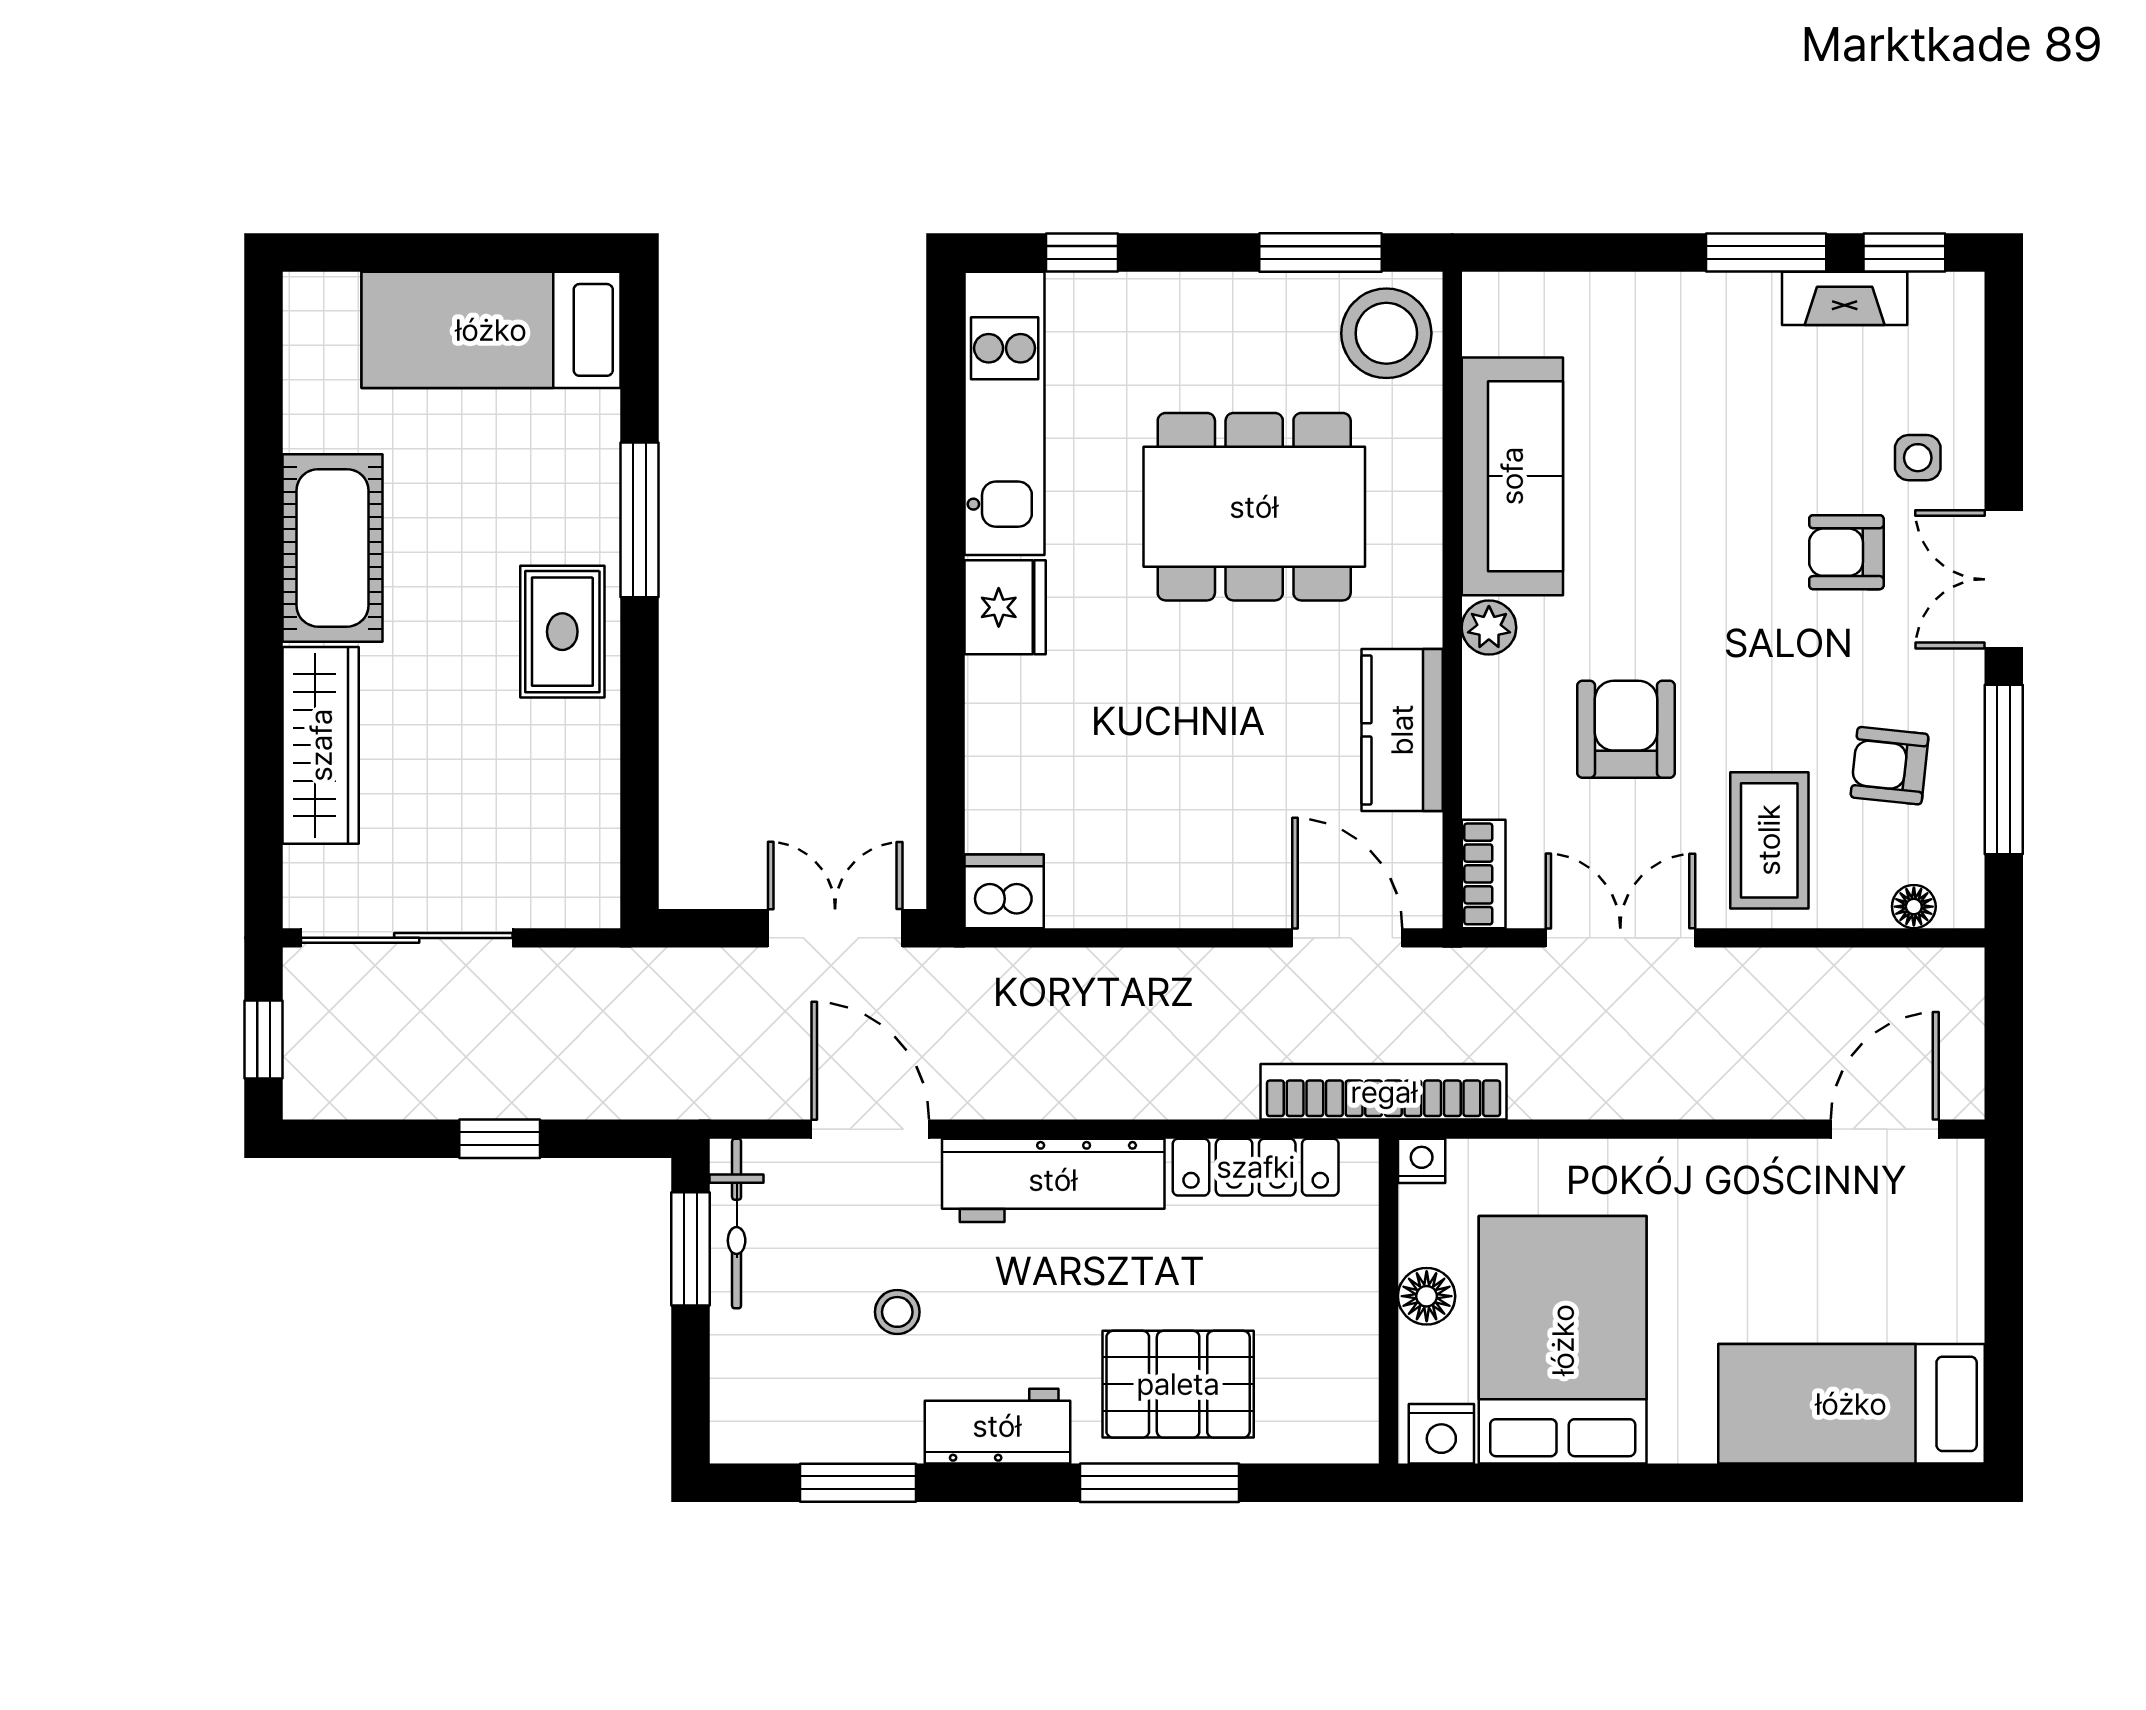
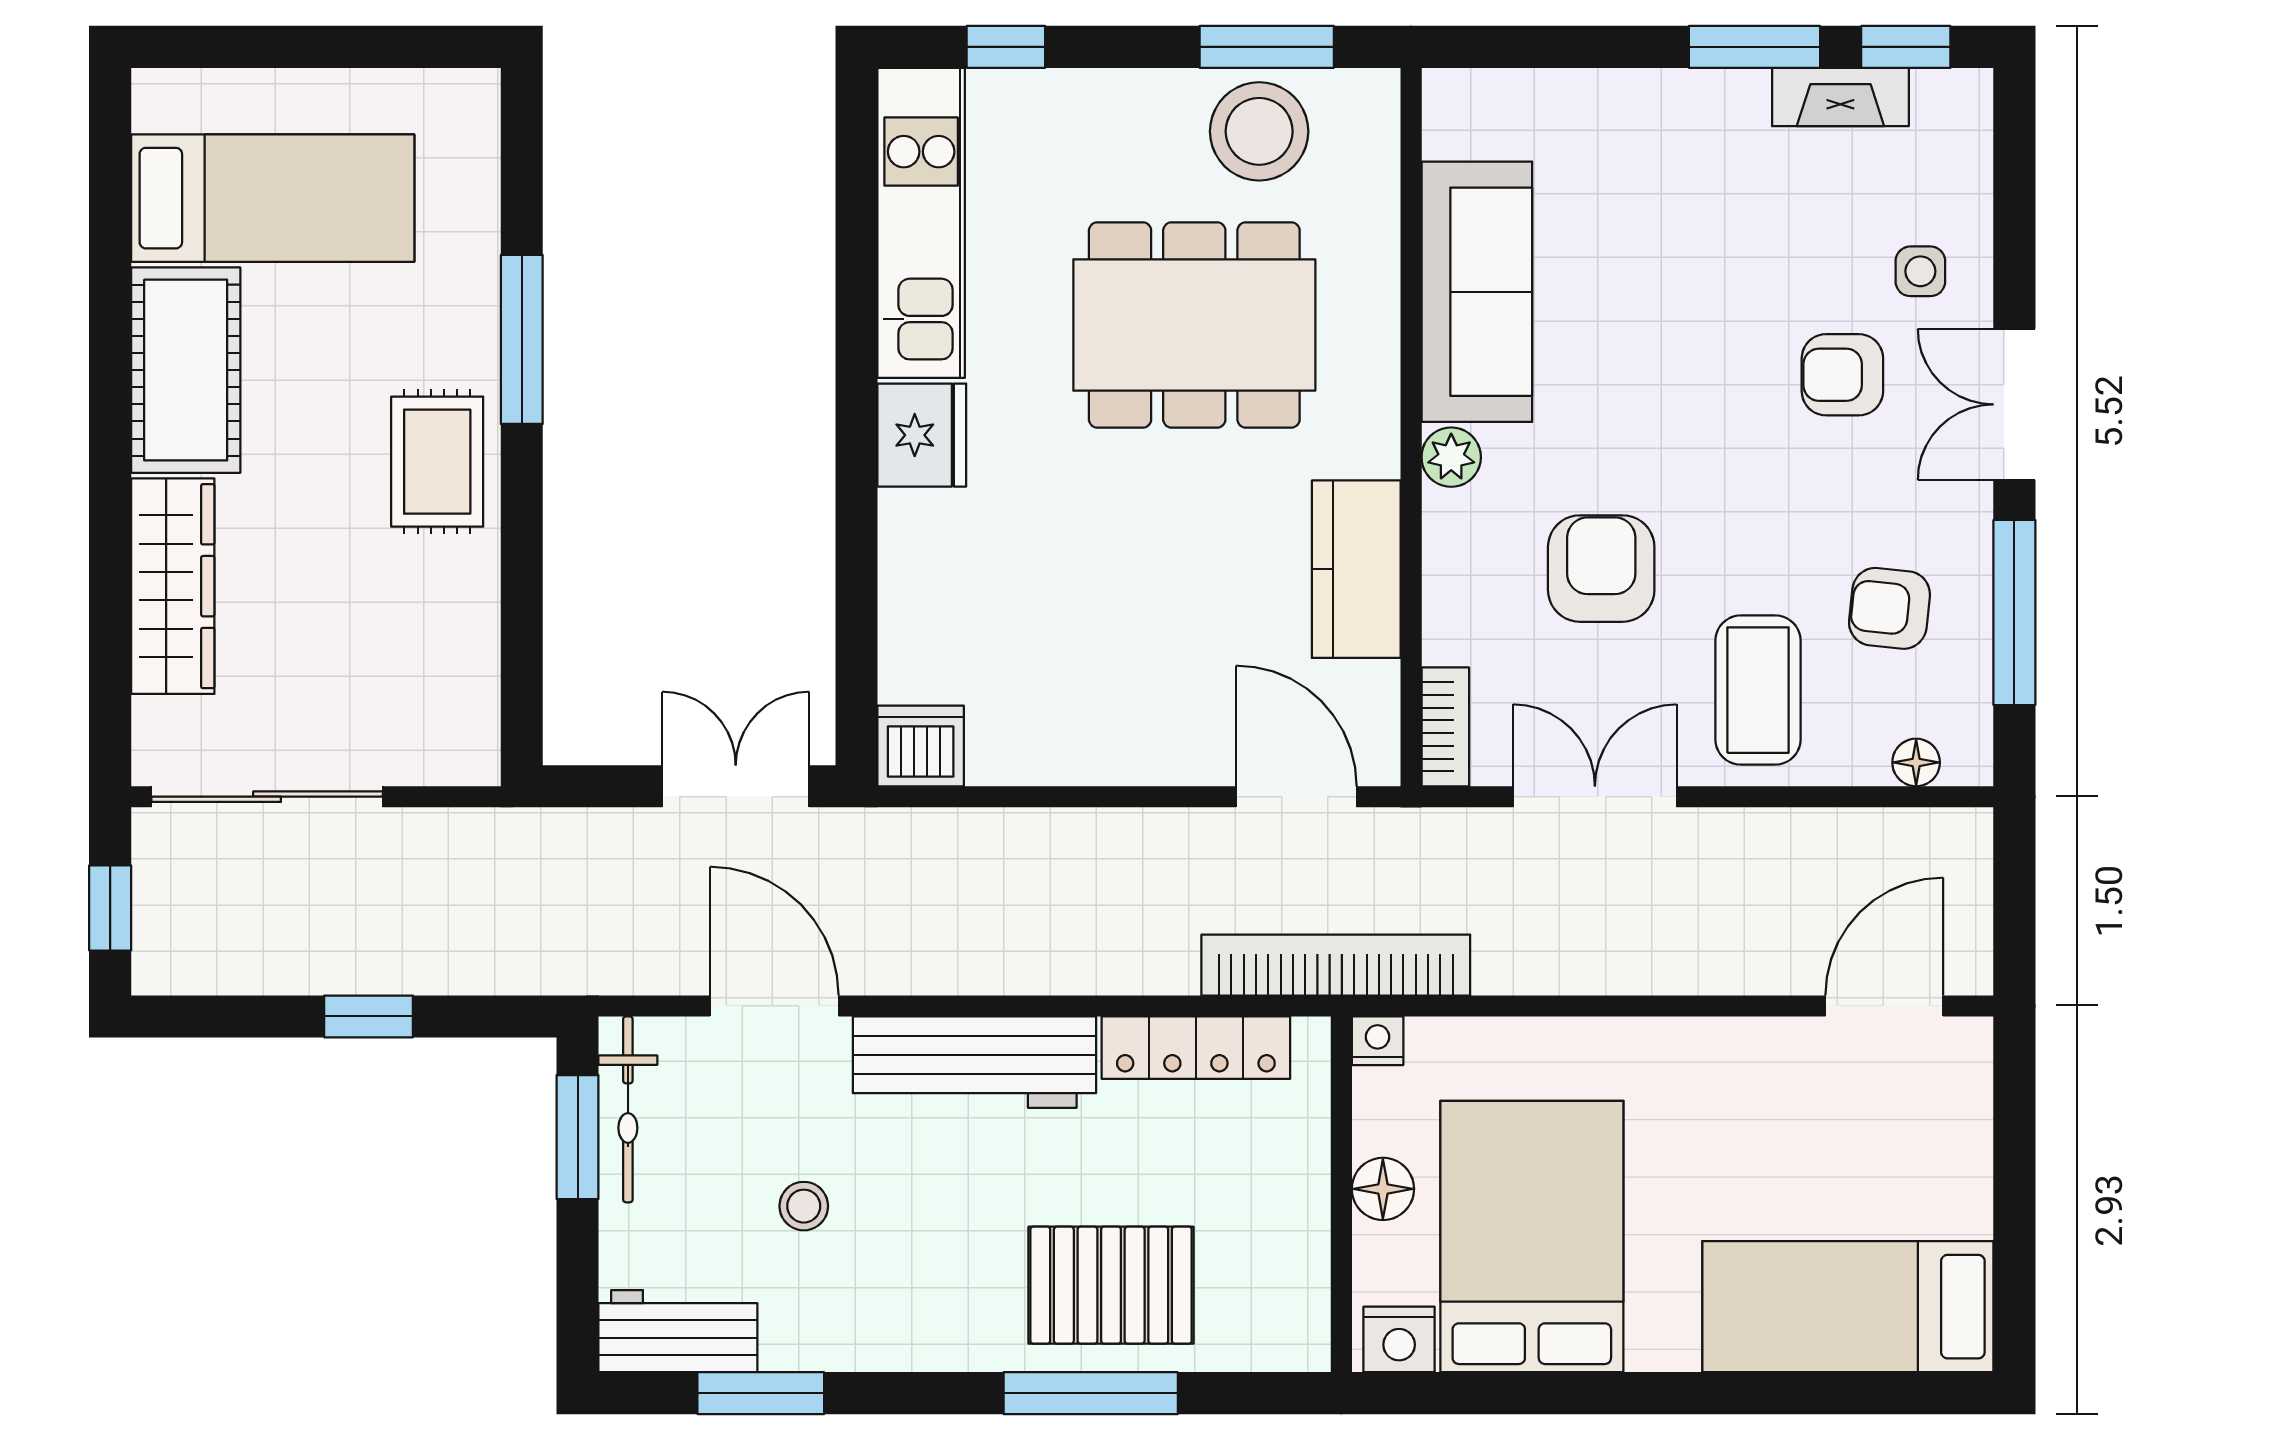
bed: (491, 330) -> (273, 198), moved, turned 180
stool: (1386, 333) -> (1259, 131), moved
workbench: (997, 1426) -> (678, 1331), moved

